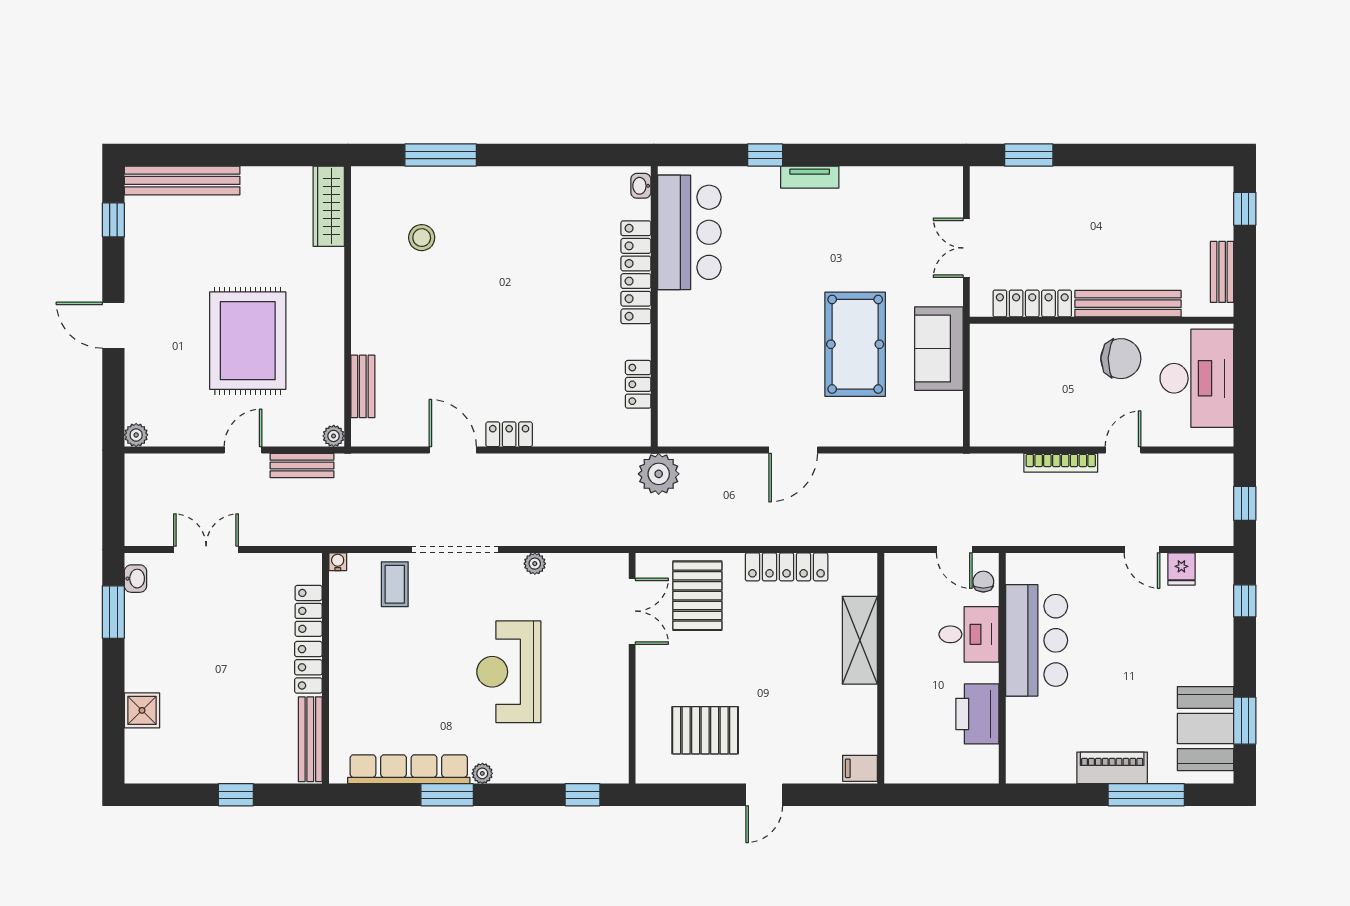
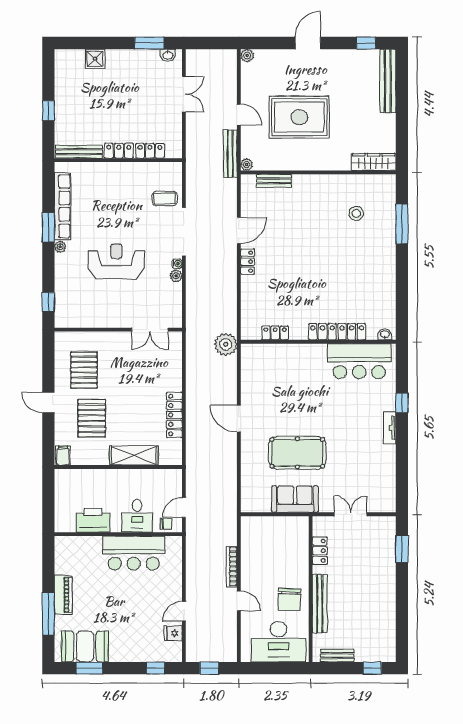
locker: (1032, 303) -> (320, 551), width x0.66
bench: (302, 465) -> (230, 154), width x1.36
water cooler: (338, 562) -> (177, 264), moved
pallet: (697, 596) -> (92, 418), moved, turned 90

